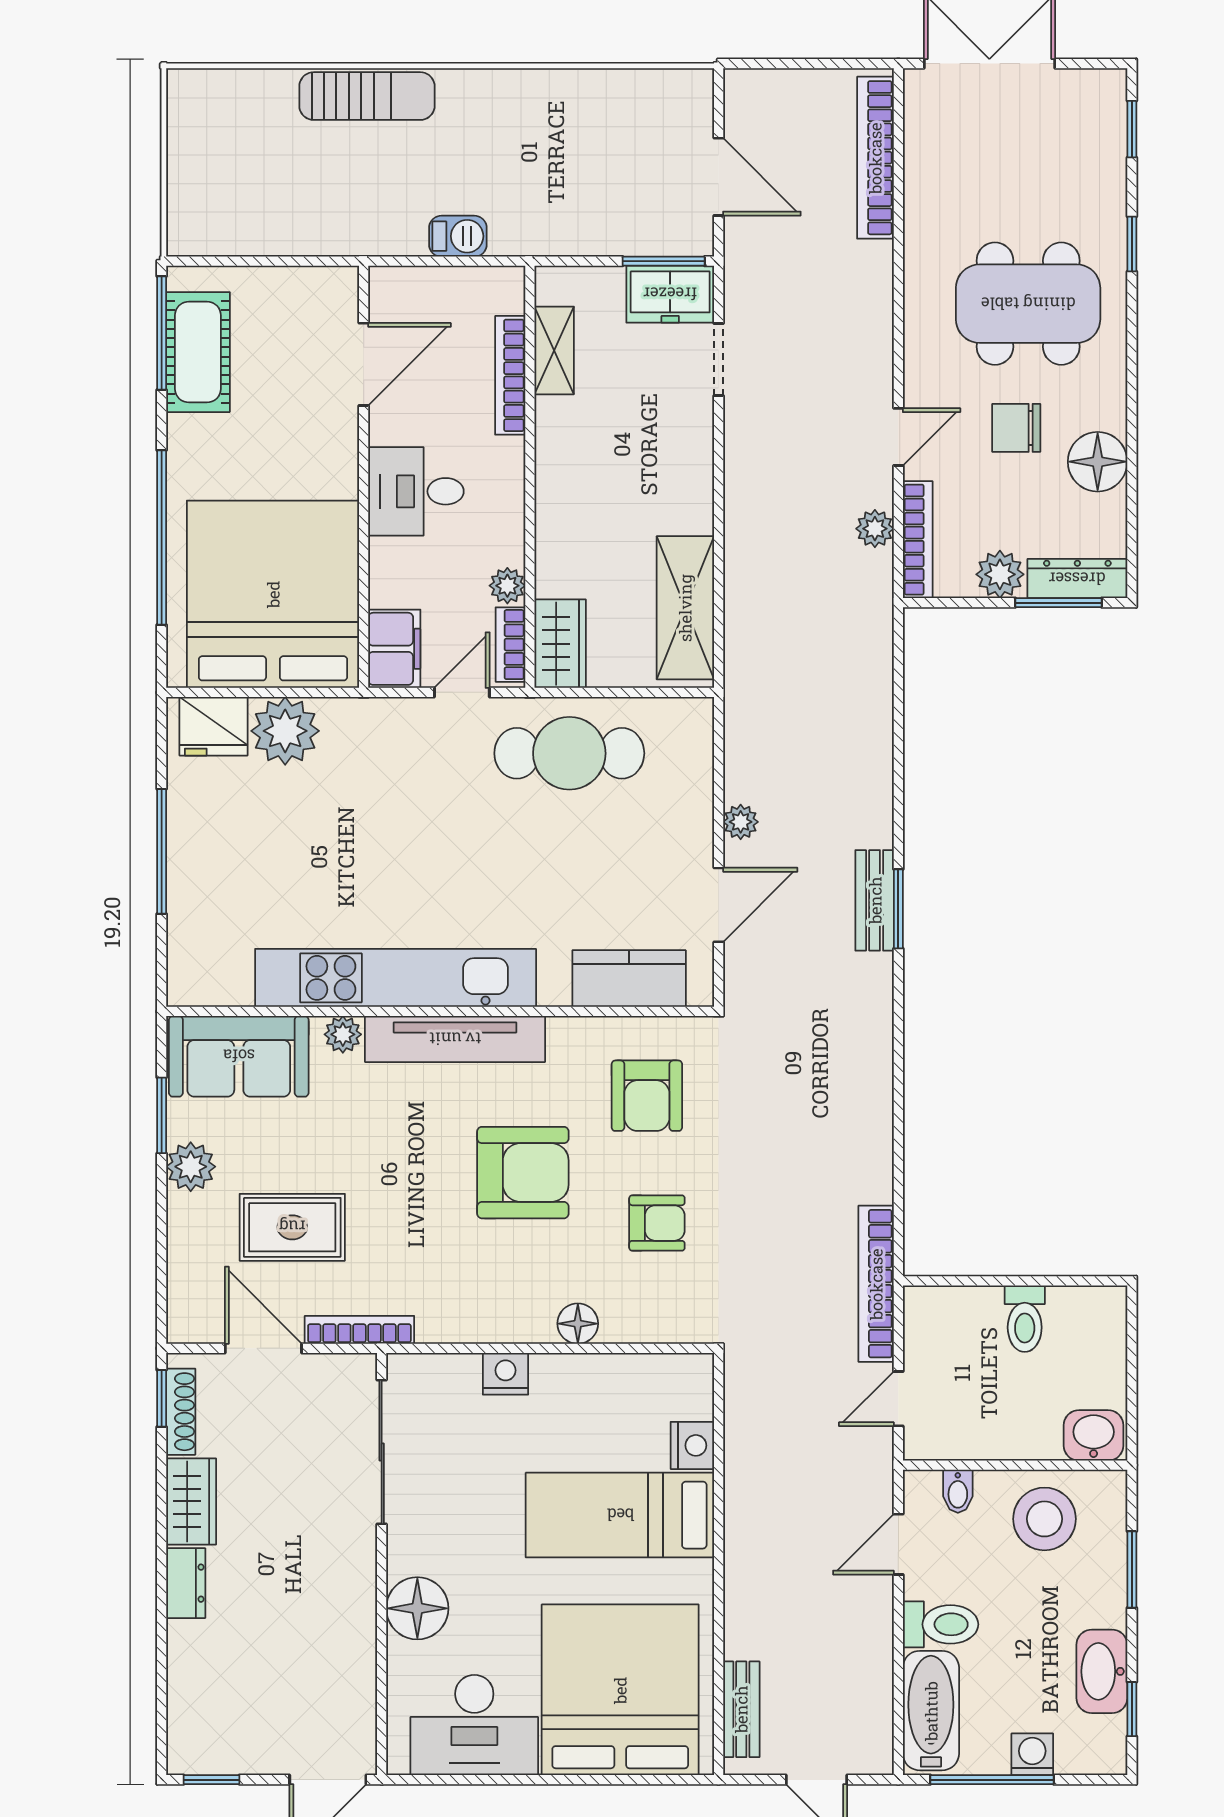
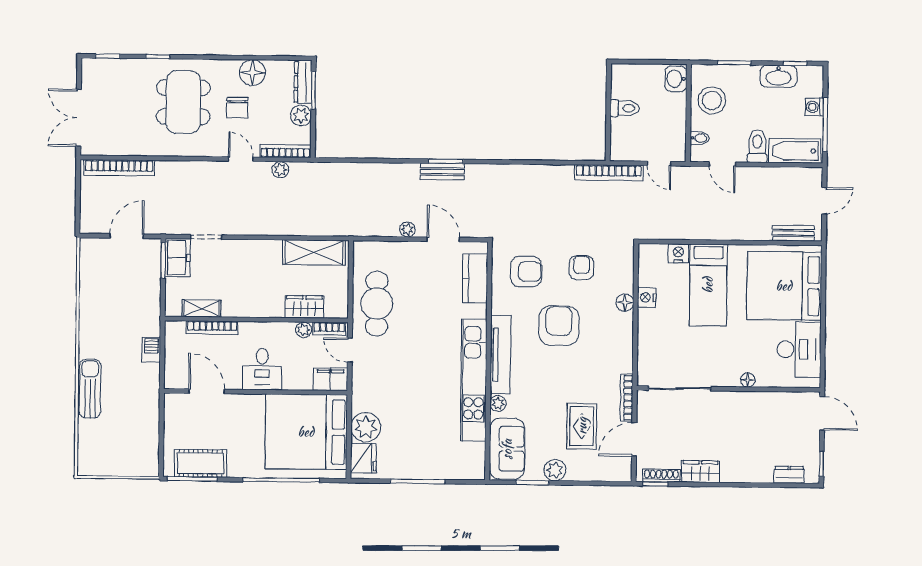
wardrobe: (560, 644) -> (304, 307), moved
nightstand: (505, 1374) -> (647, 297), moved
dresser: (186, 1583) -> (789, 475), moved
floor lamp: (417, 1608) -> (748, 380), width x0.53, depth x0.53

